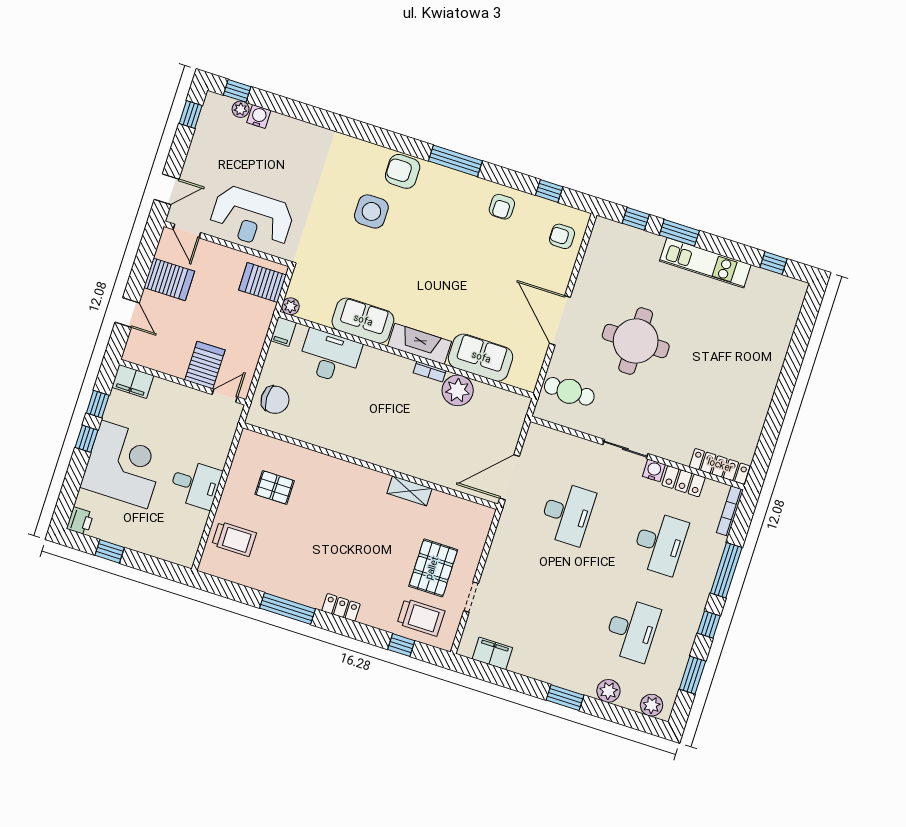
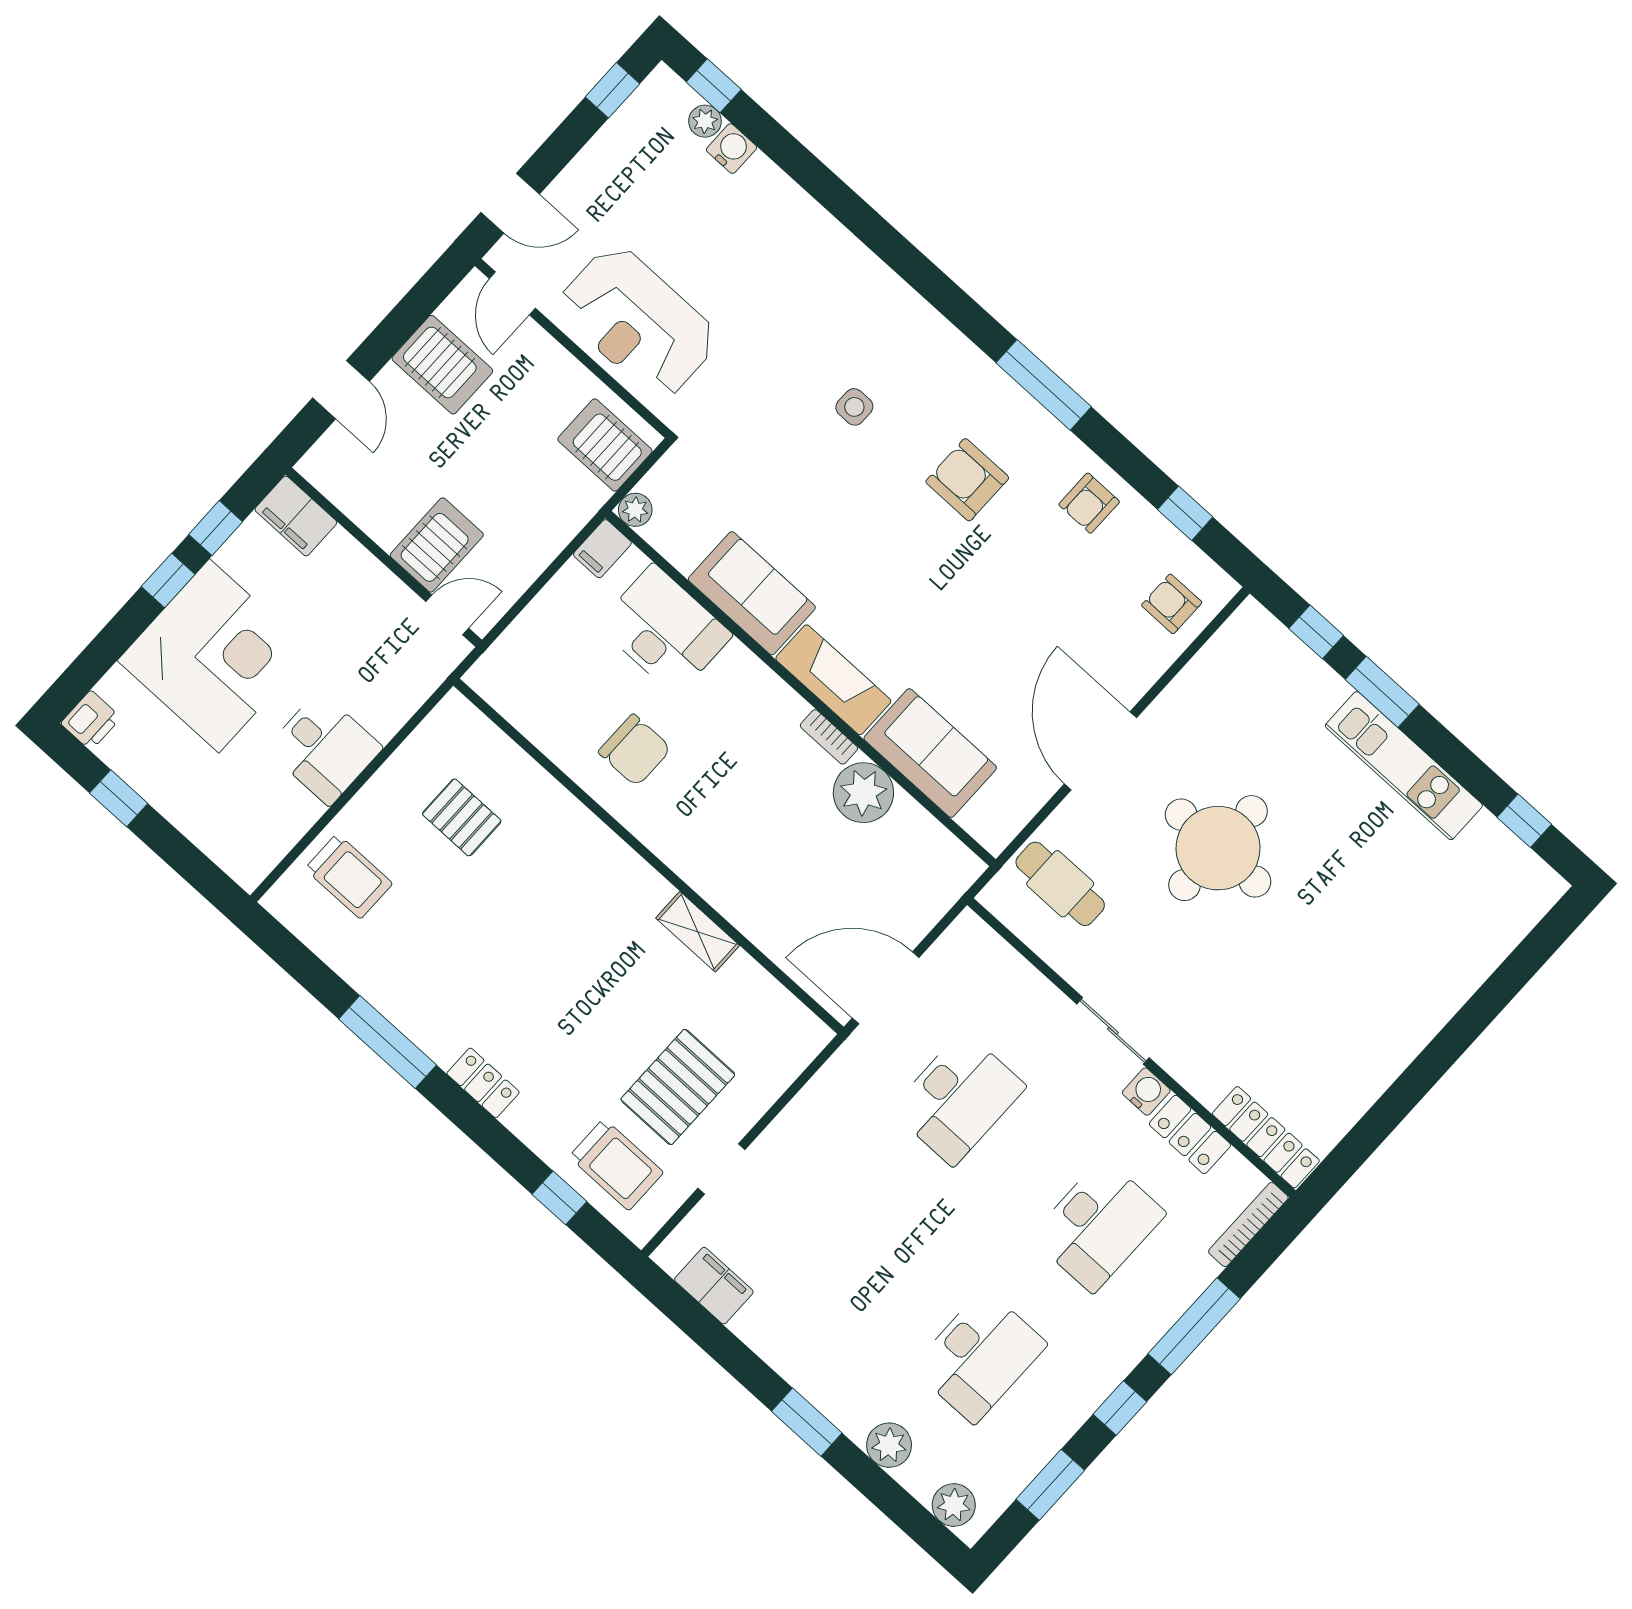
armchair: (403, 171) -> (967, 480), moved
side table: (371, 211) -> (854, 407), width x0.54, depth x0.54
chair: (275, 400) -> (635, 750), moved

